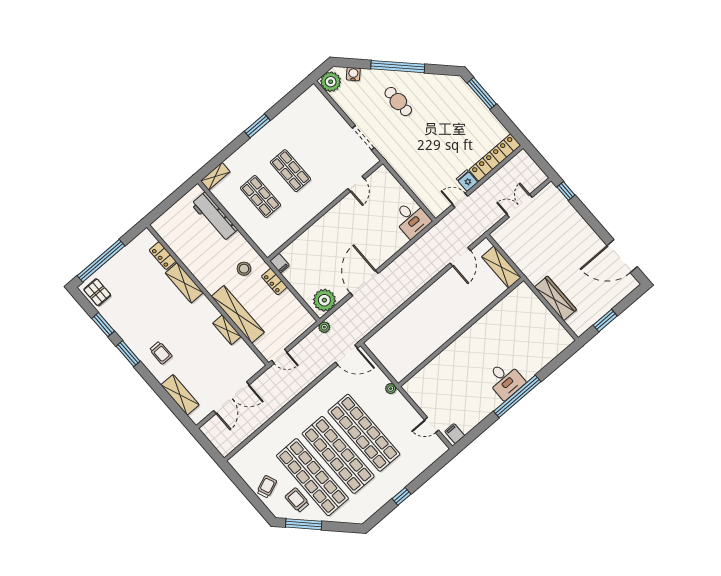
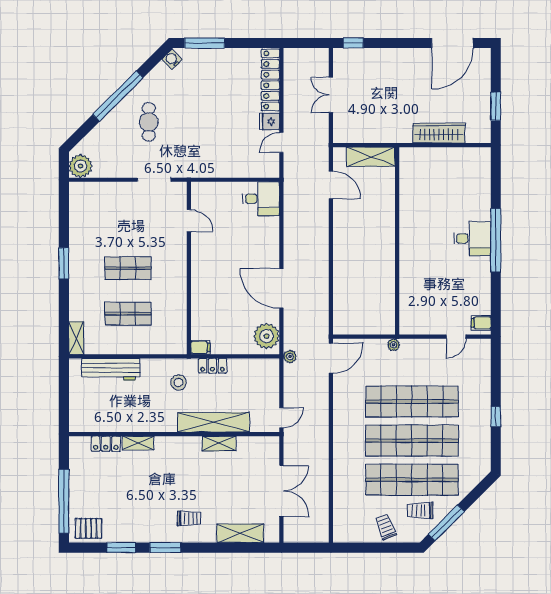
water cooler: (353, 74) -> (172, 59), moved
cafe table: (398, 101) -> (149, 122), turned 90
shelving: (184, 283) -> (138, 443), width x0.67, depth x0.75

